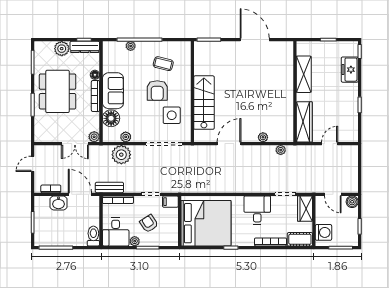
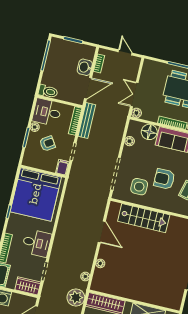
plant: (121, 155) -> (76, 298), moved
bench: (109, 187) -> (87, 120), width x1.36

